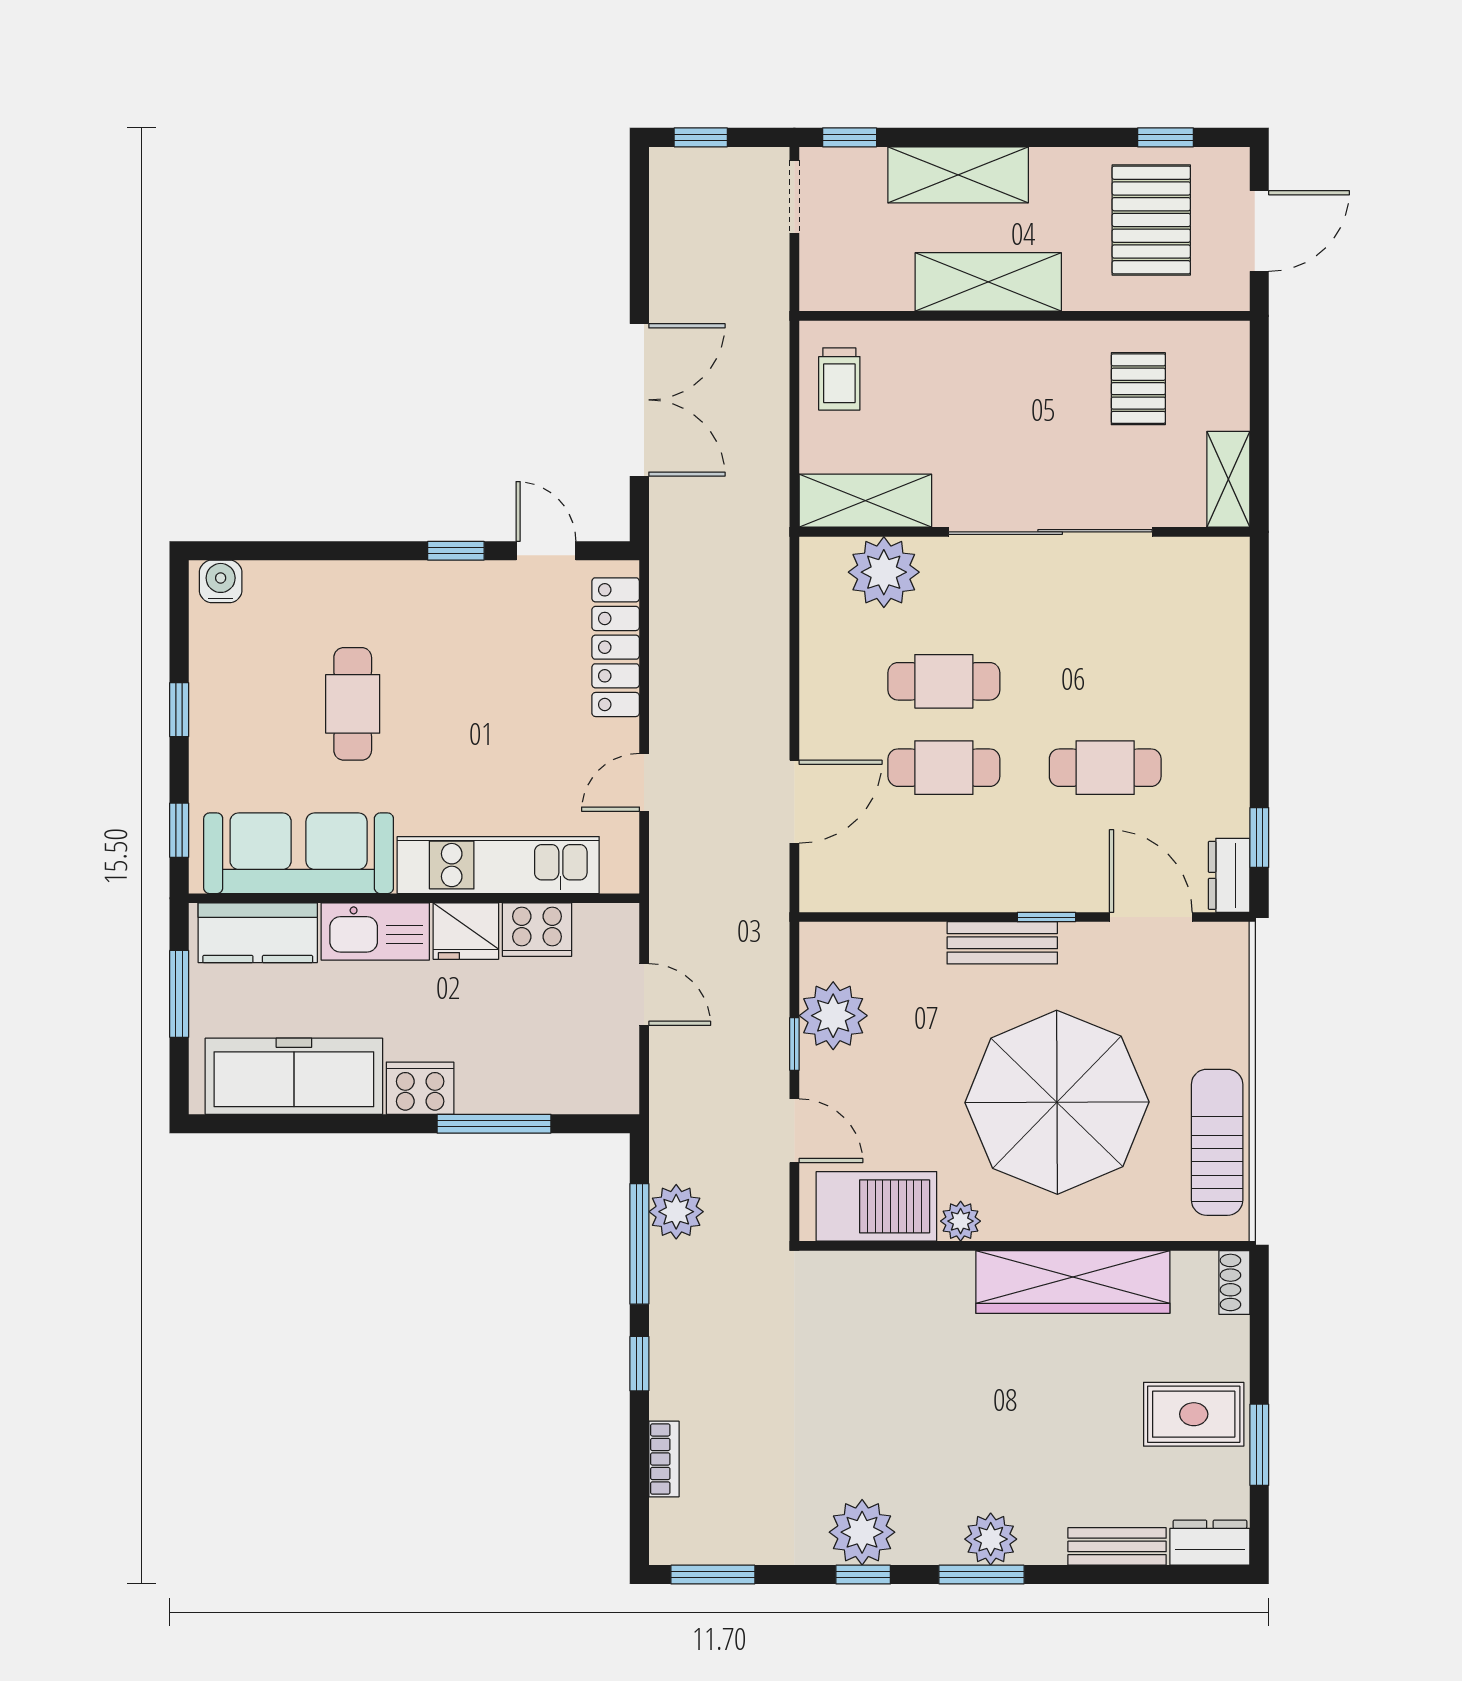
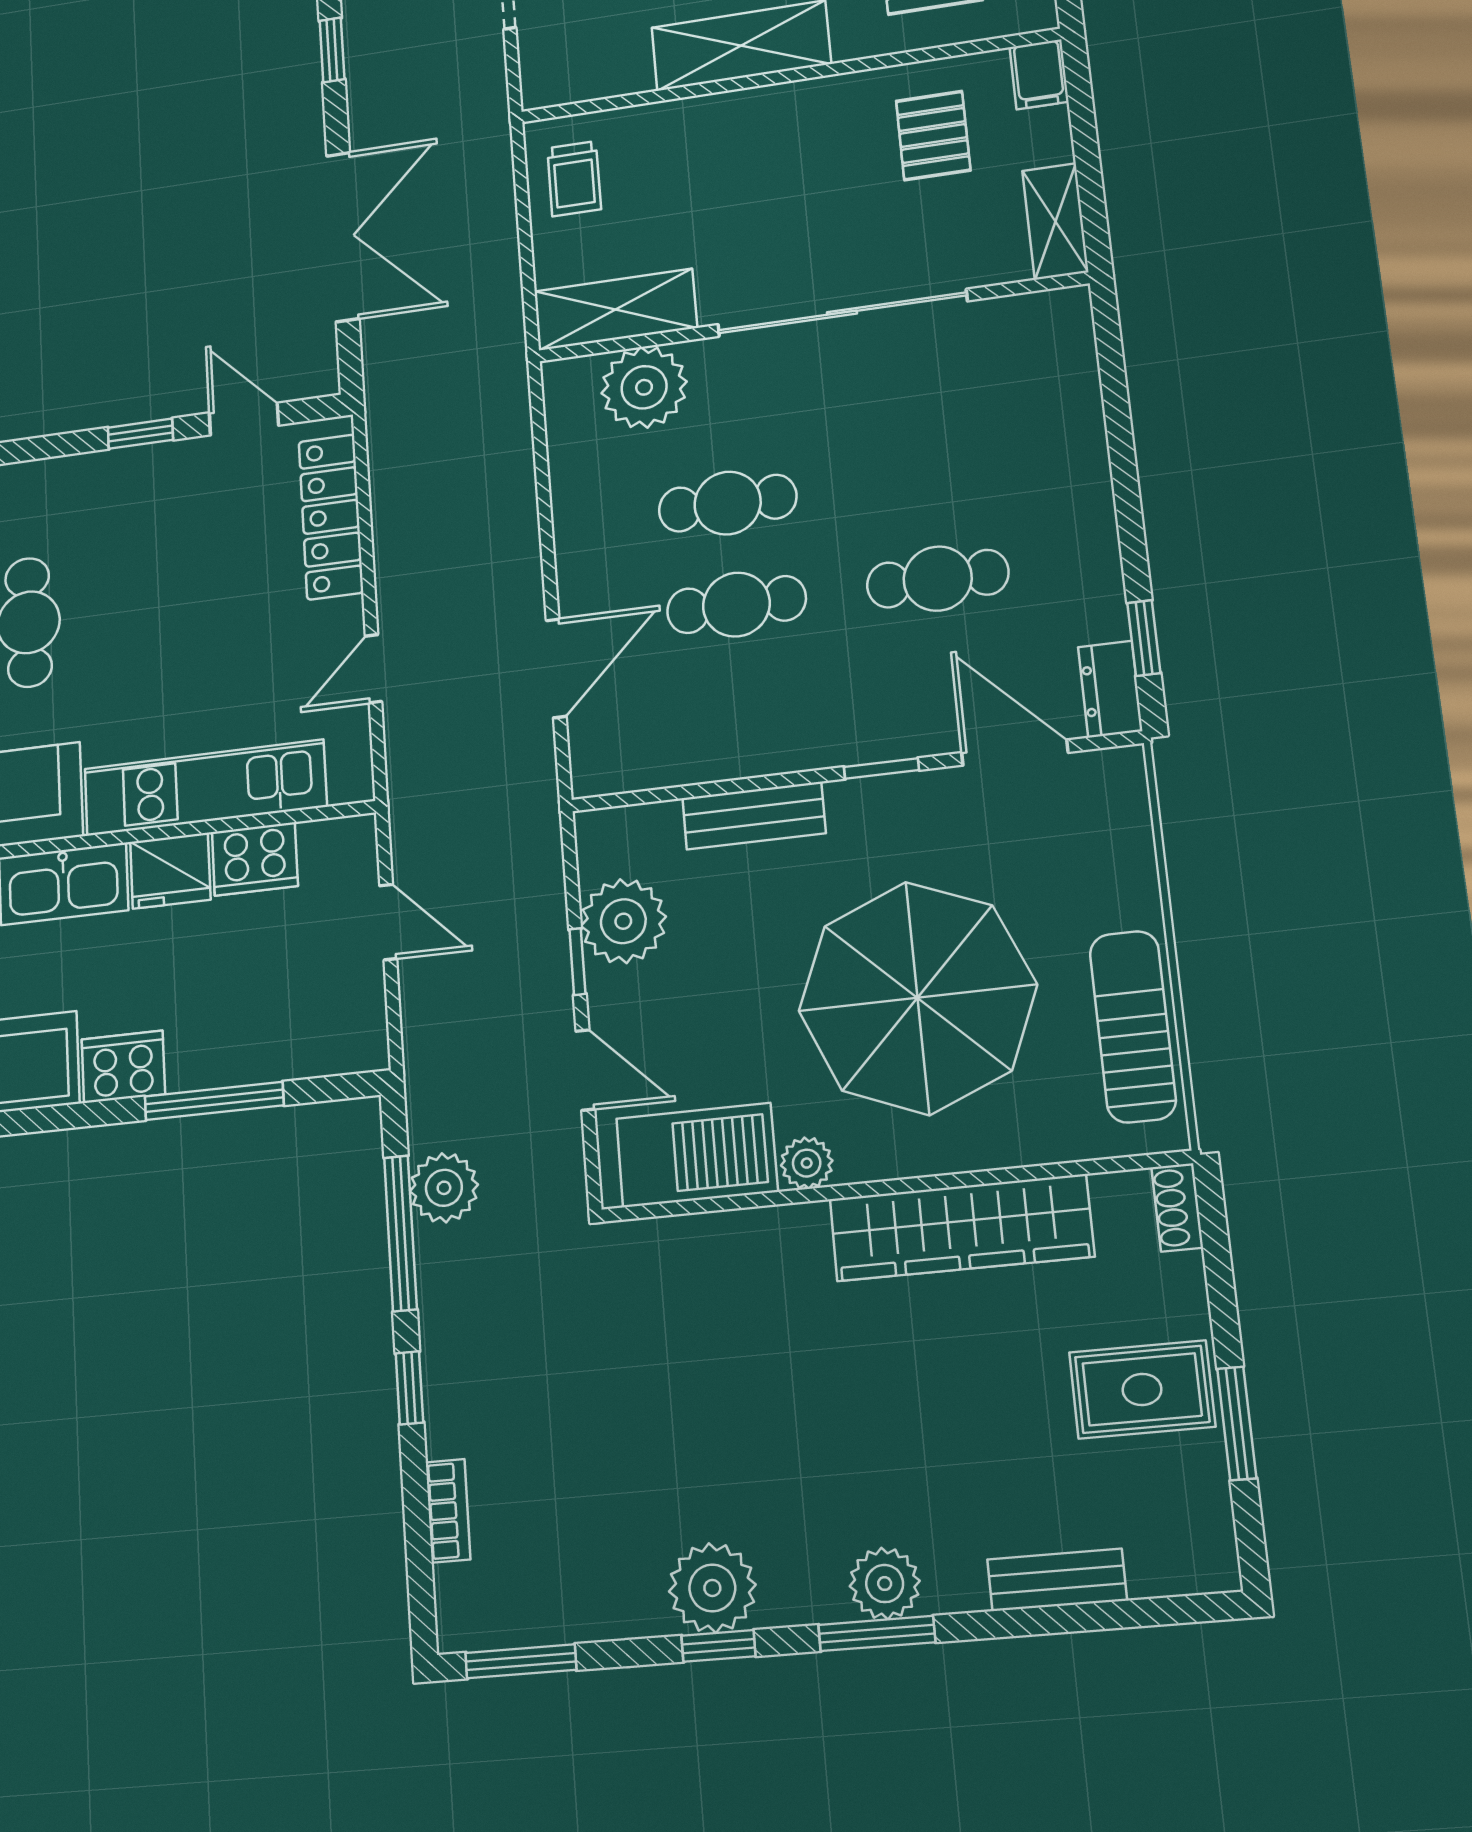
window: (639, 227) -> (332, 50), added
filing cabinet: (1229, 349) -> (1039, 74), added
bench: (1002, 943) -> (754, 816), moved
dresser: (1210, 1543) -> (1184, 1564), removed

